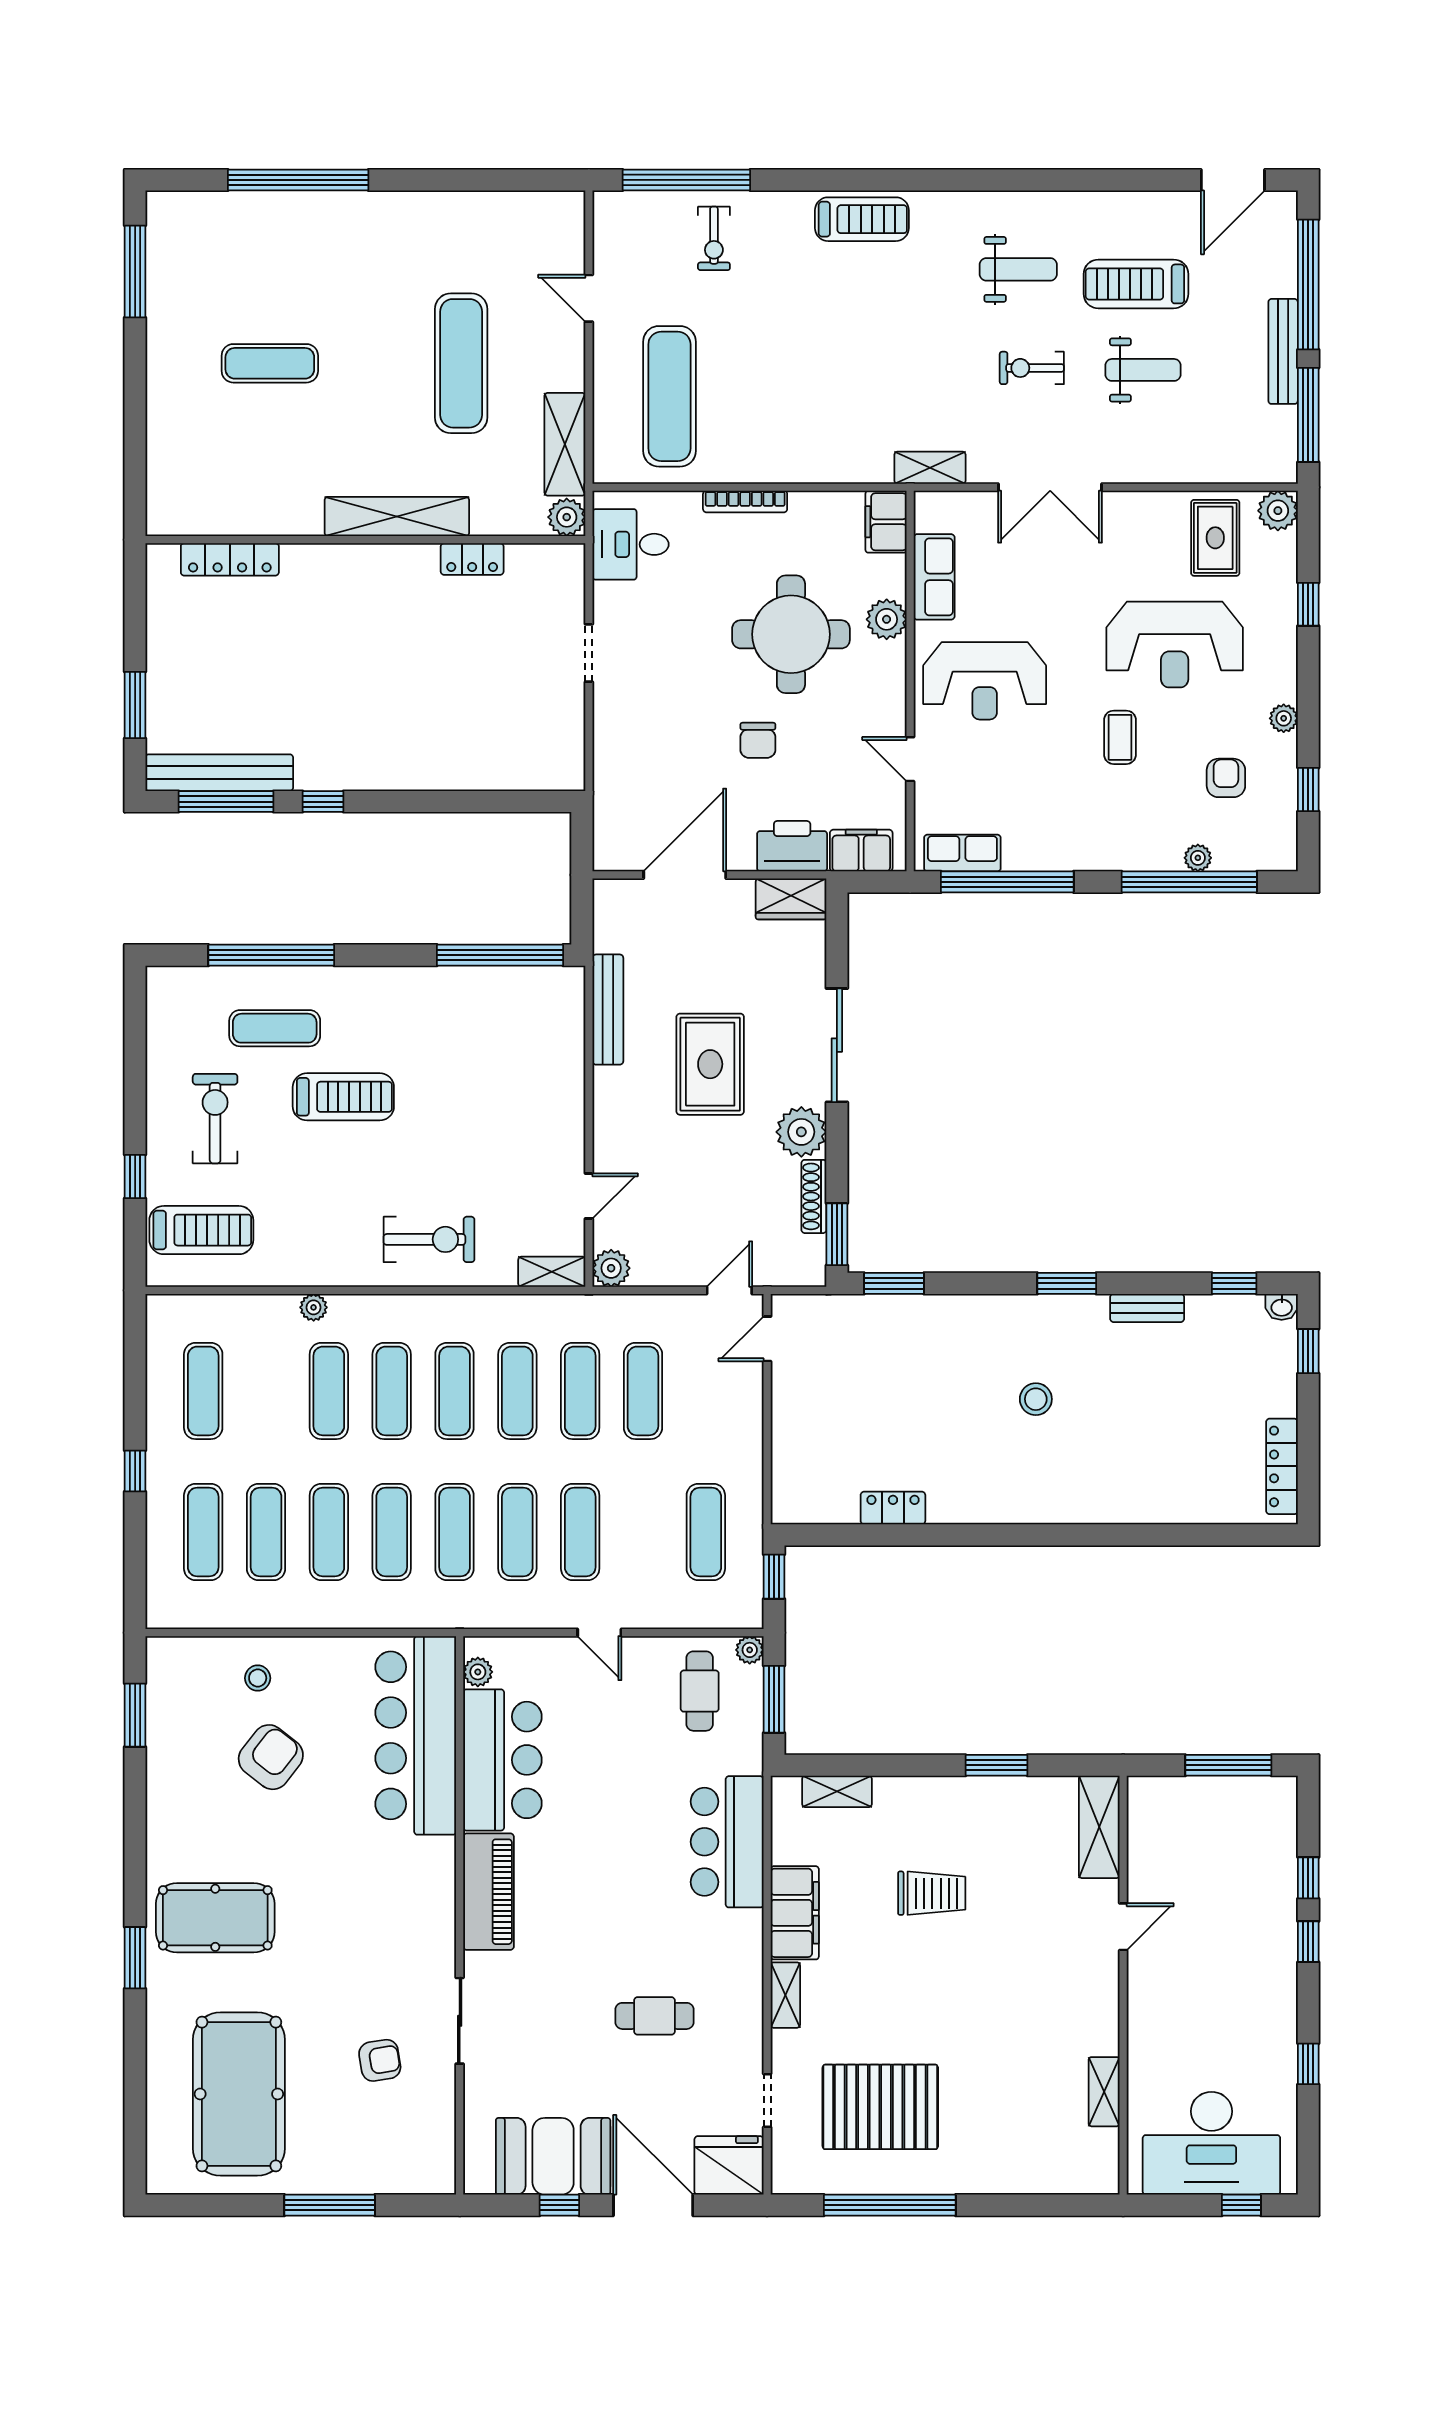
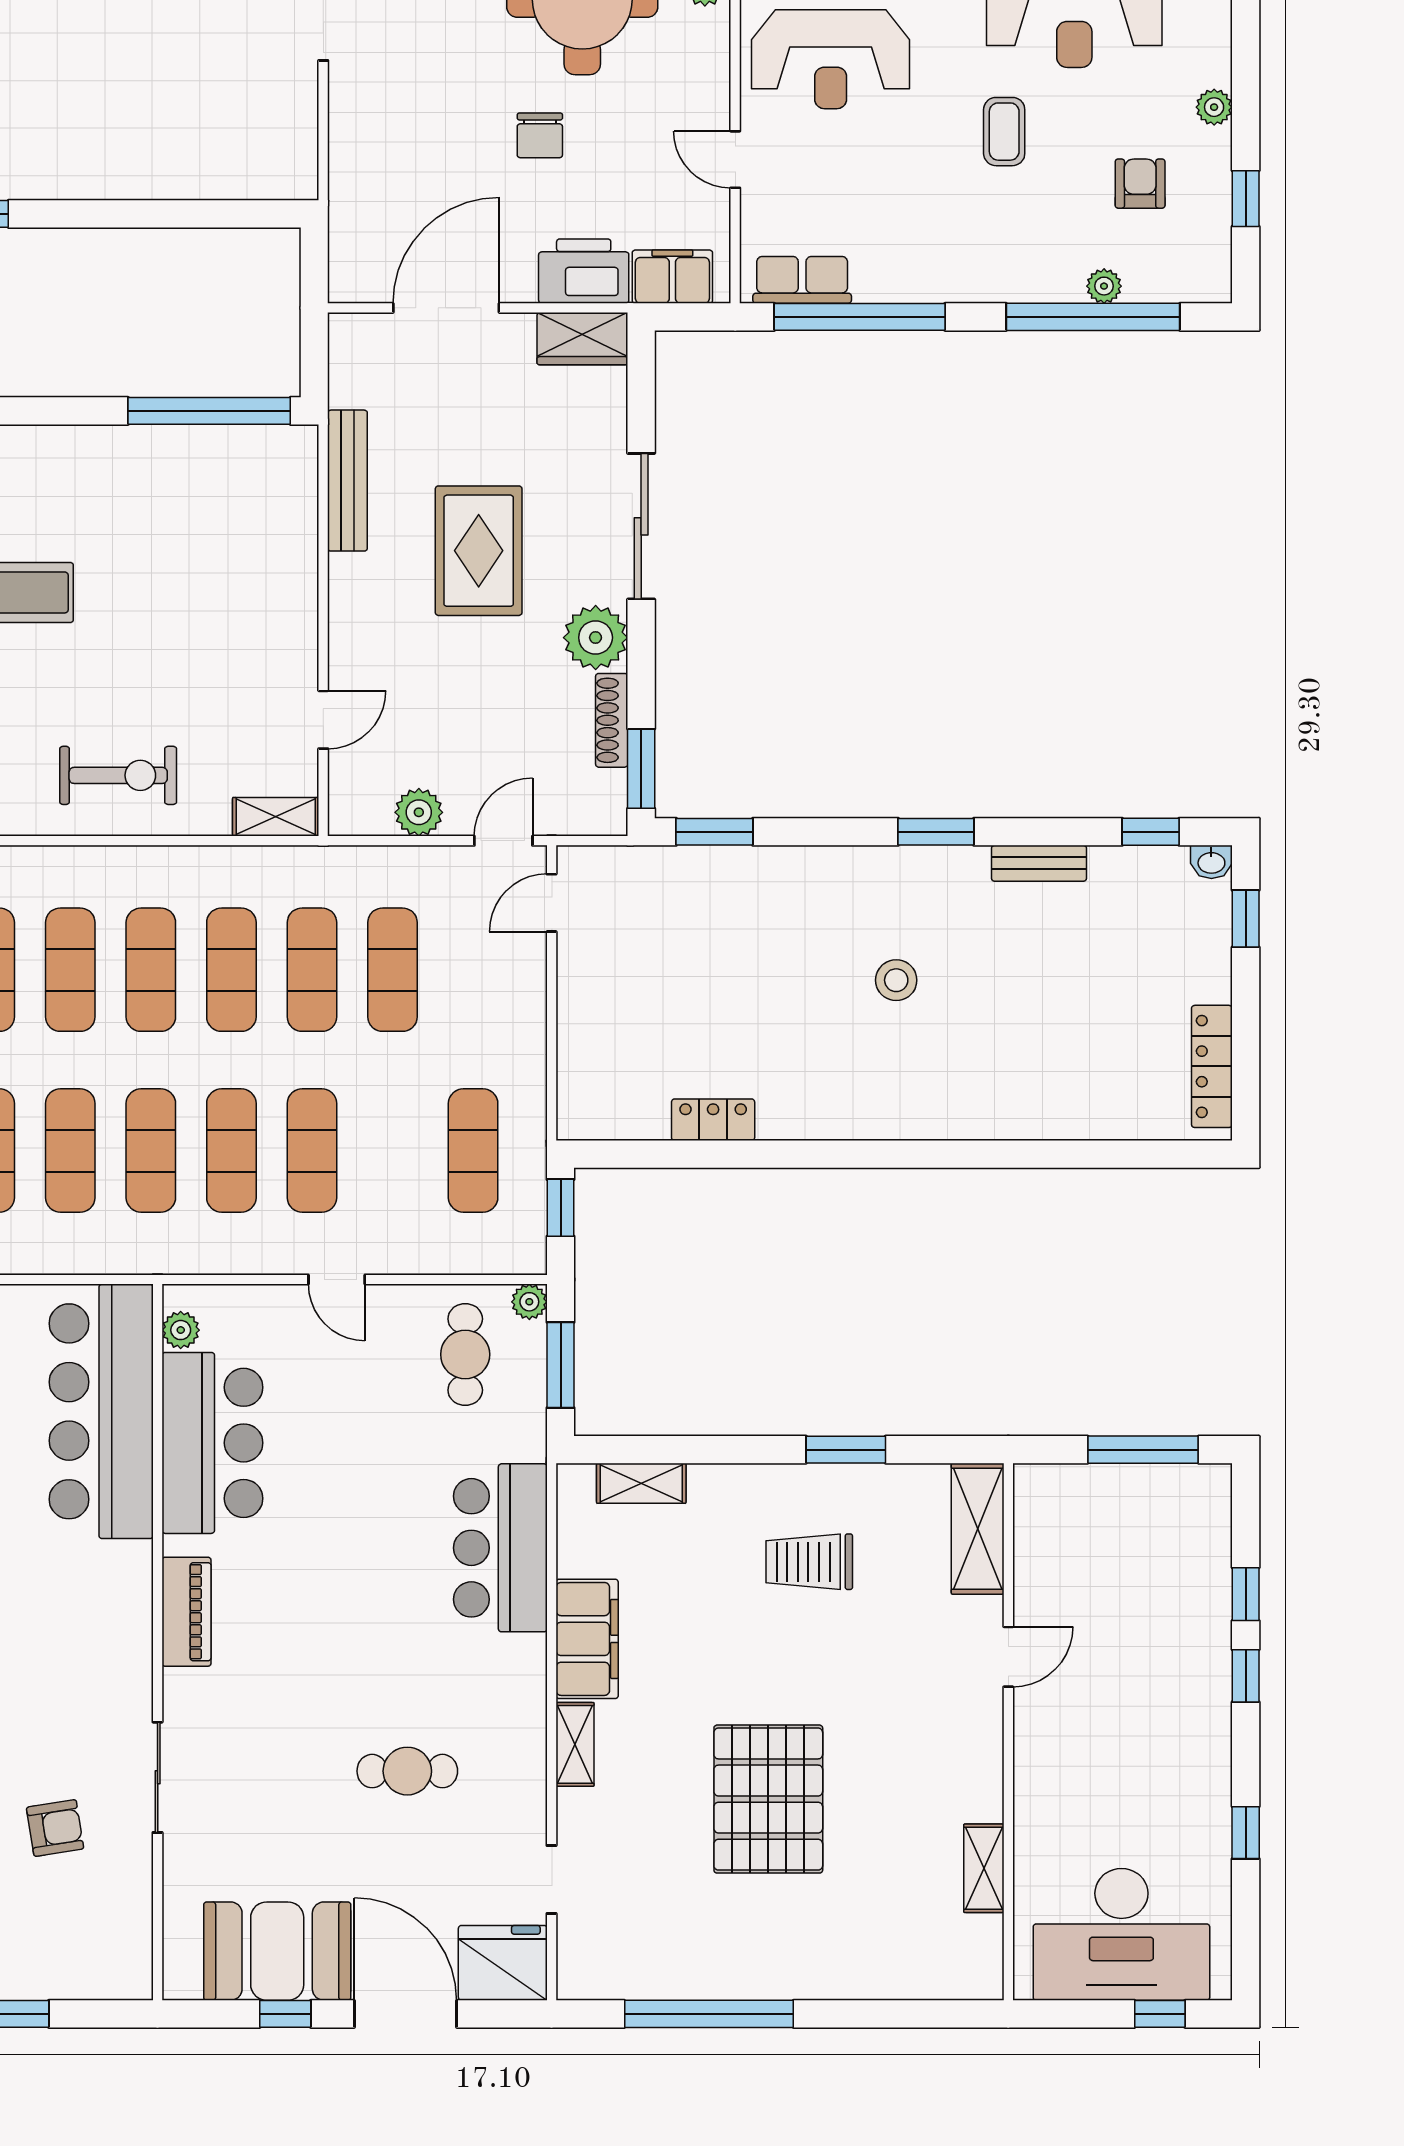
plant: (611, 1268) -> (419, 812), moved
piano: (489, 1892) -> (186, 1612), width x0.73, depth x0.75
trolley: (932, 1893) -> (809, 1562), moved, turned 180
pallet: (880, 2107) -> (768, 1799), moved, turned 90

